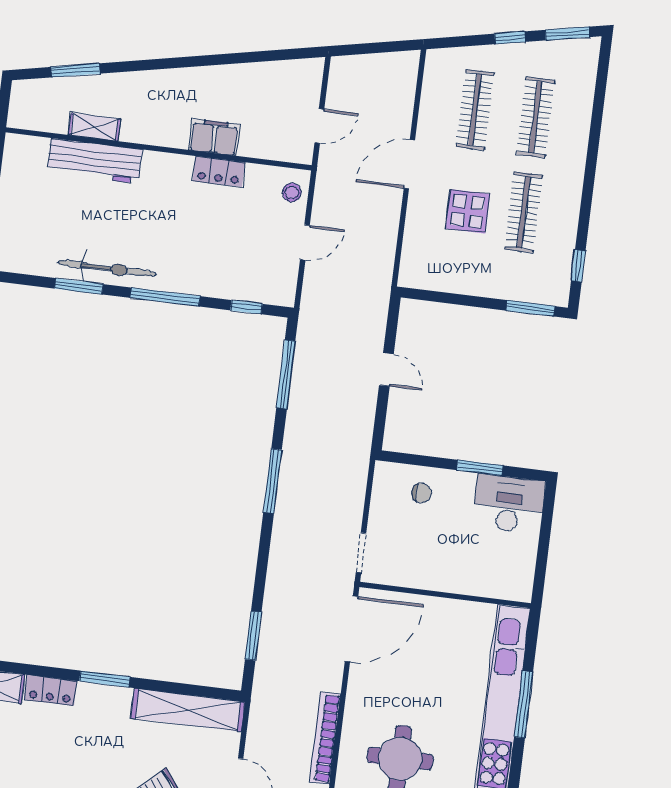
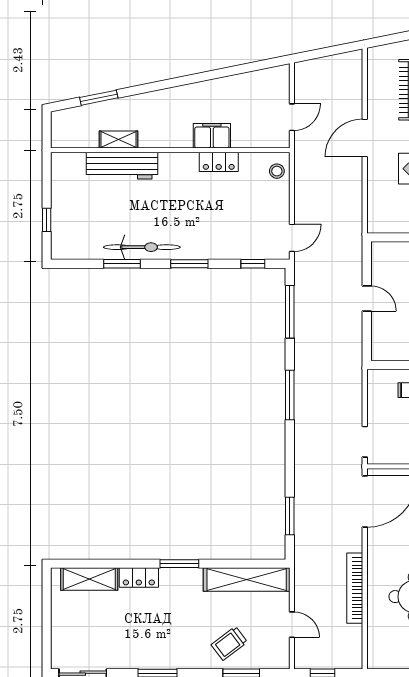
door: (305, 242) -> (292, 238), moved
window: (165, 297) -> (189, 264), width x0.69

